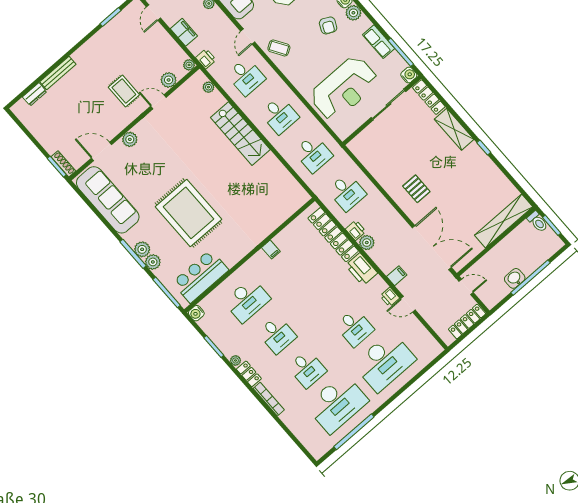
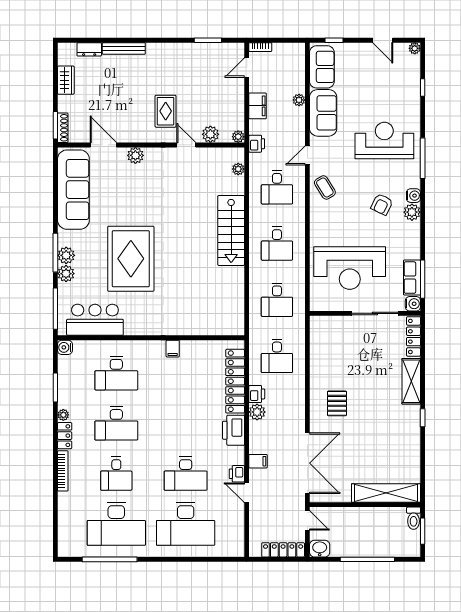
row of seats: (379, 42) -> (412, 278), moved
wardrobe: (37, 129) -> (66, 80), added
washbasin: (515, 278) -> (320, 549), moved
desk: (355, 328) -> (186, 474), width x1.37
desk: (277, 335) -> (116, 423), width x1.37

